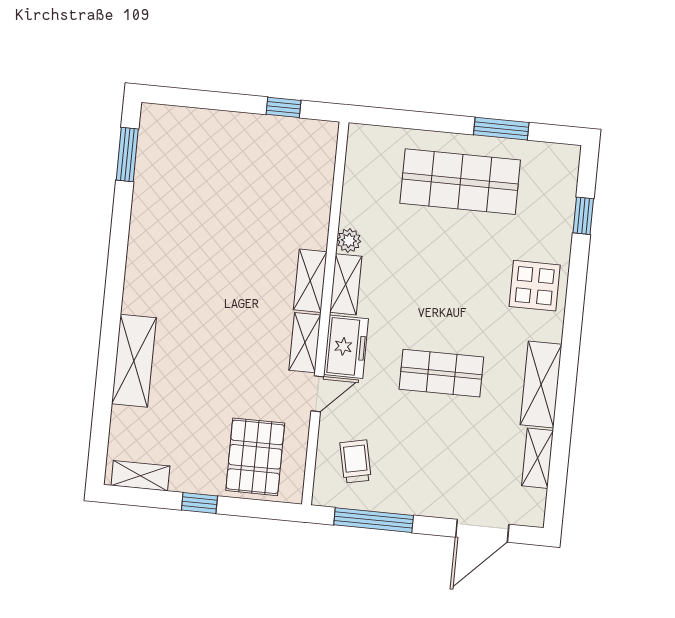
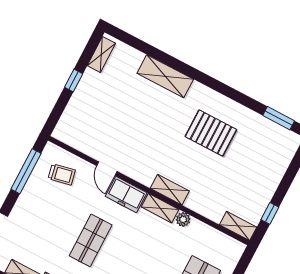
shelving: (305, 343) -> (238, 226), moved
pallet: (255, 457) -> (211, 133), moved

